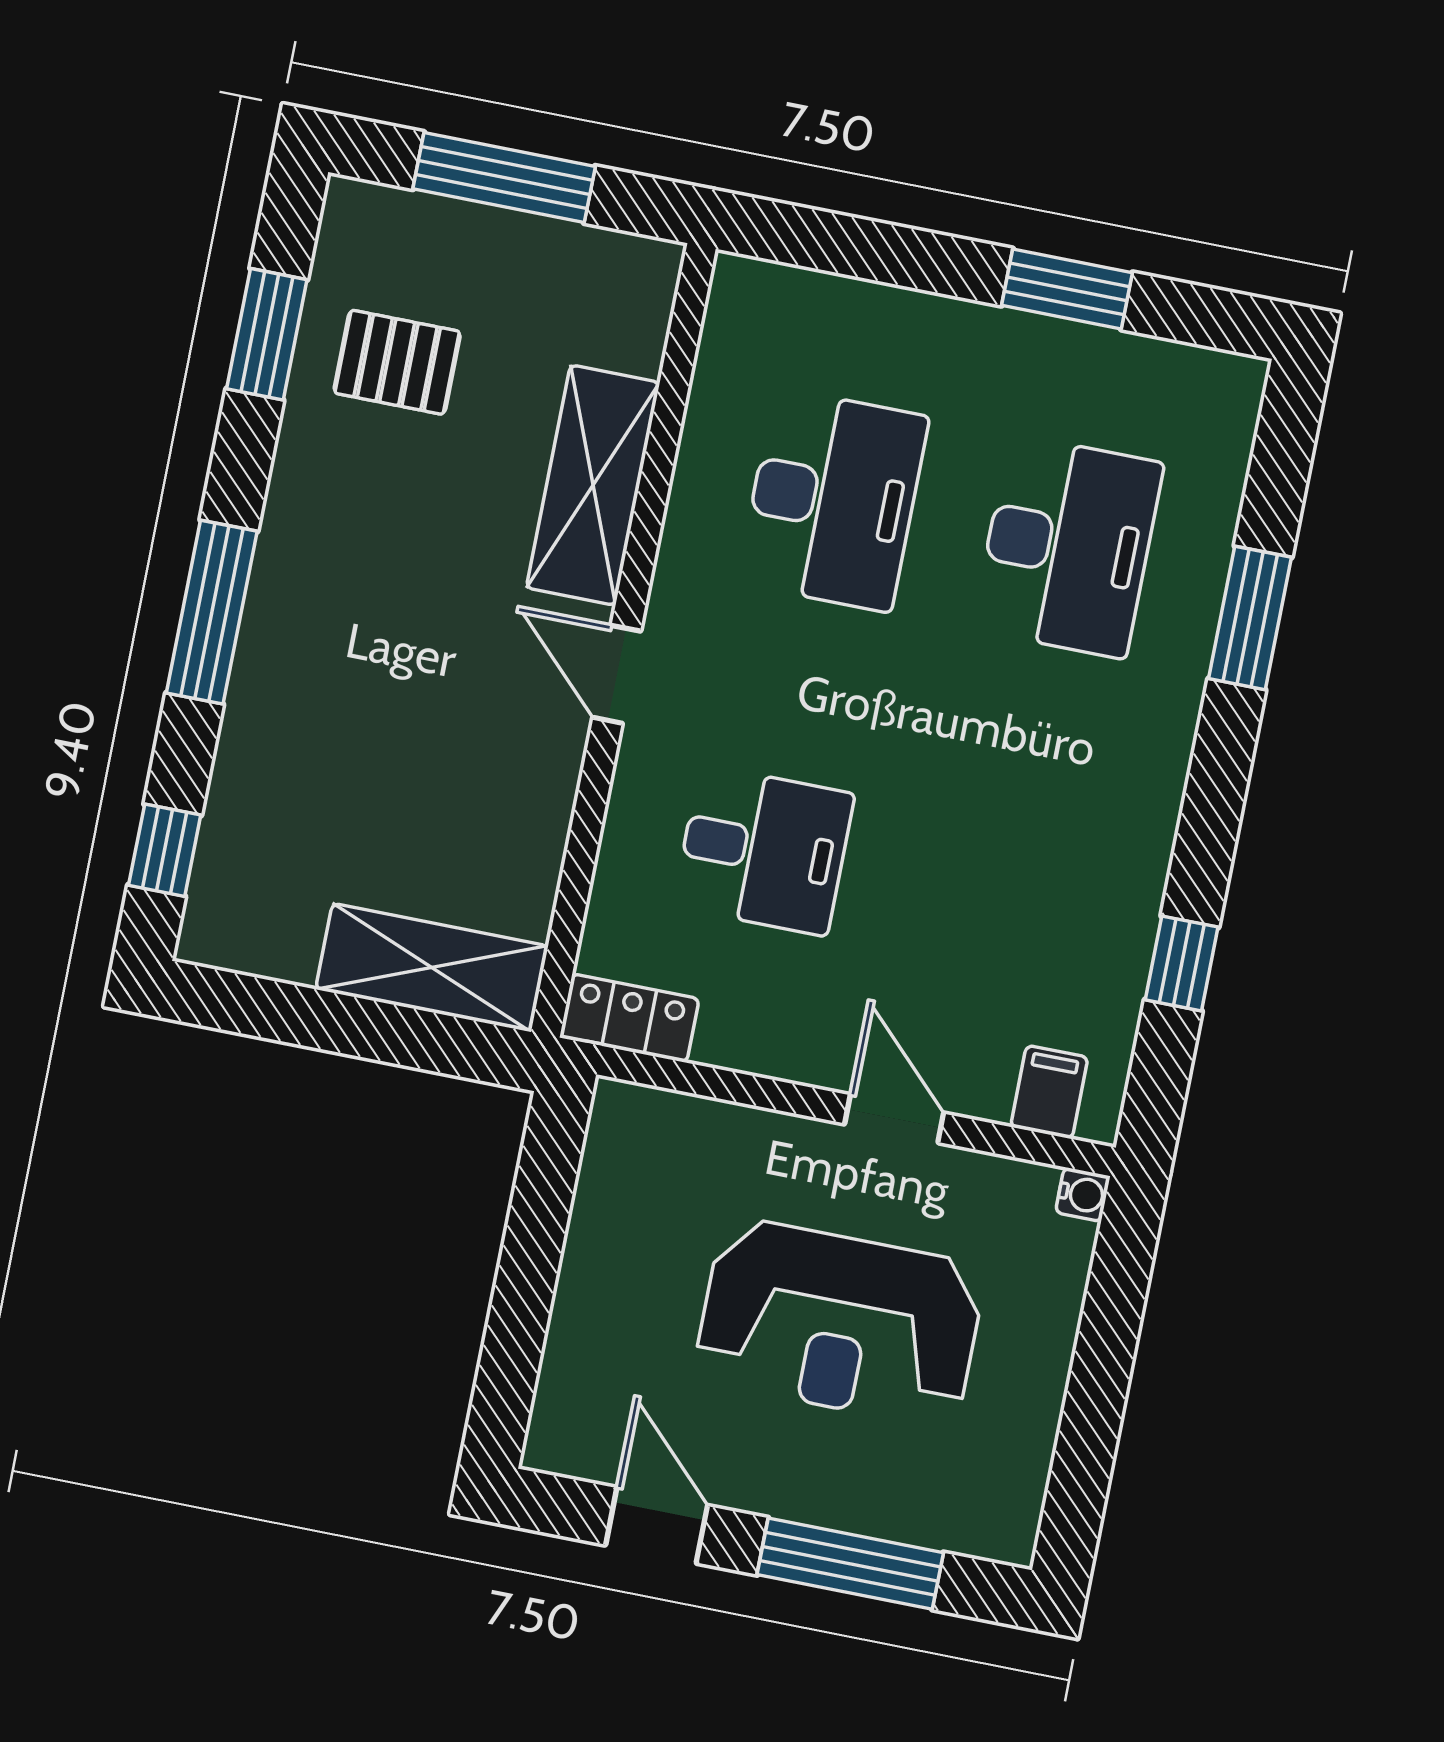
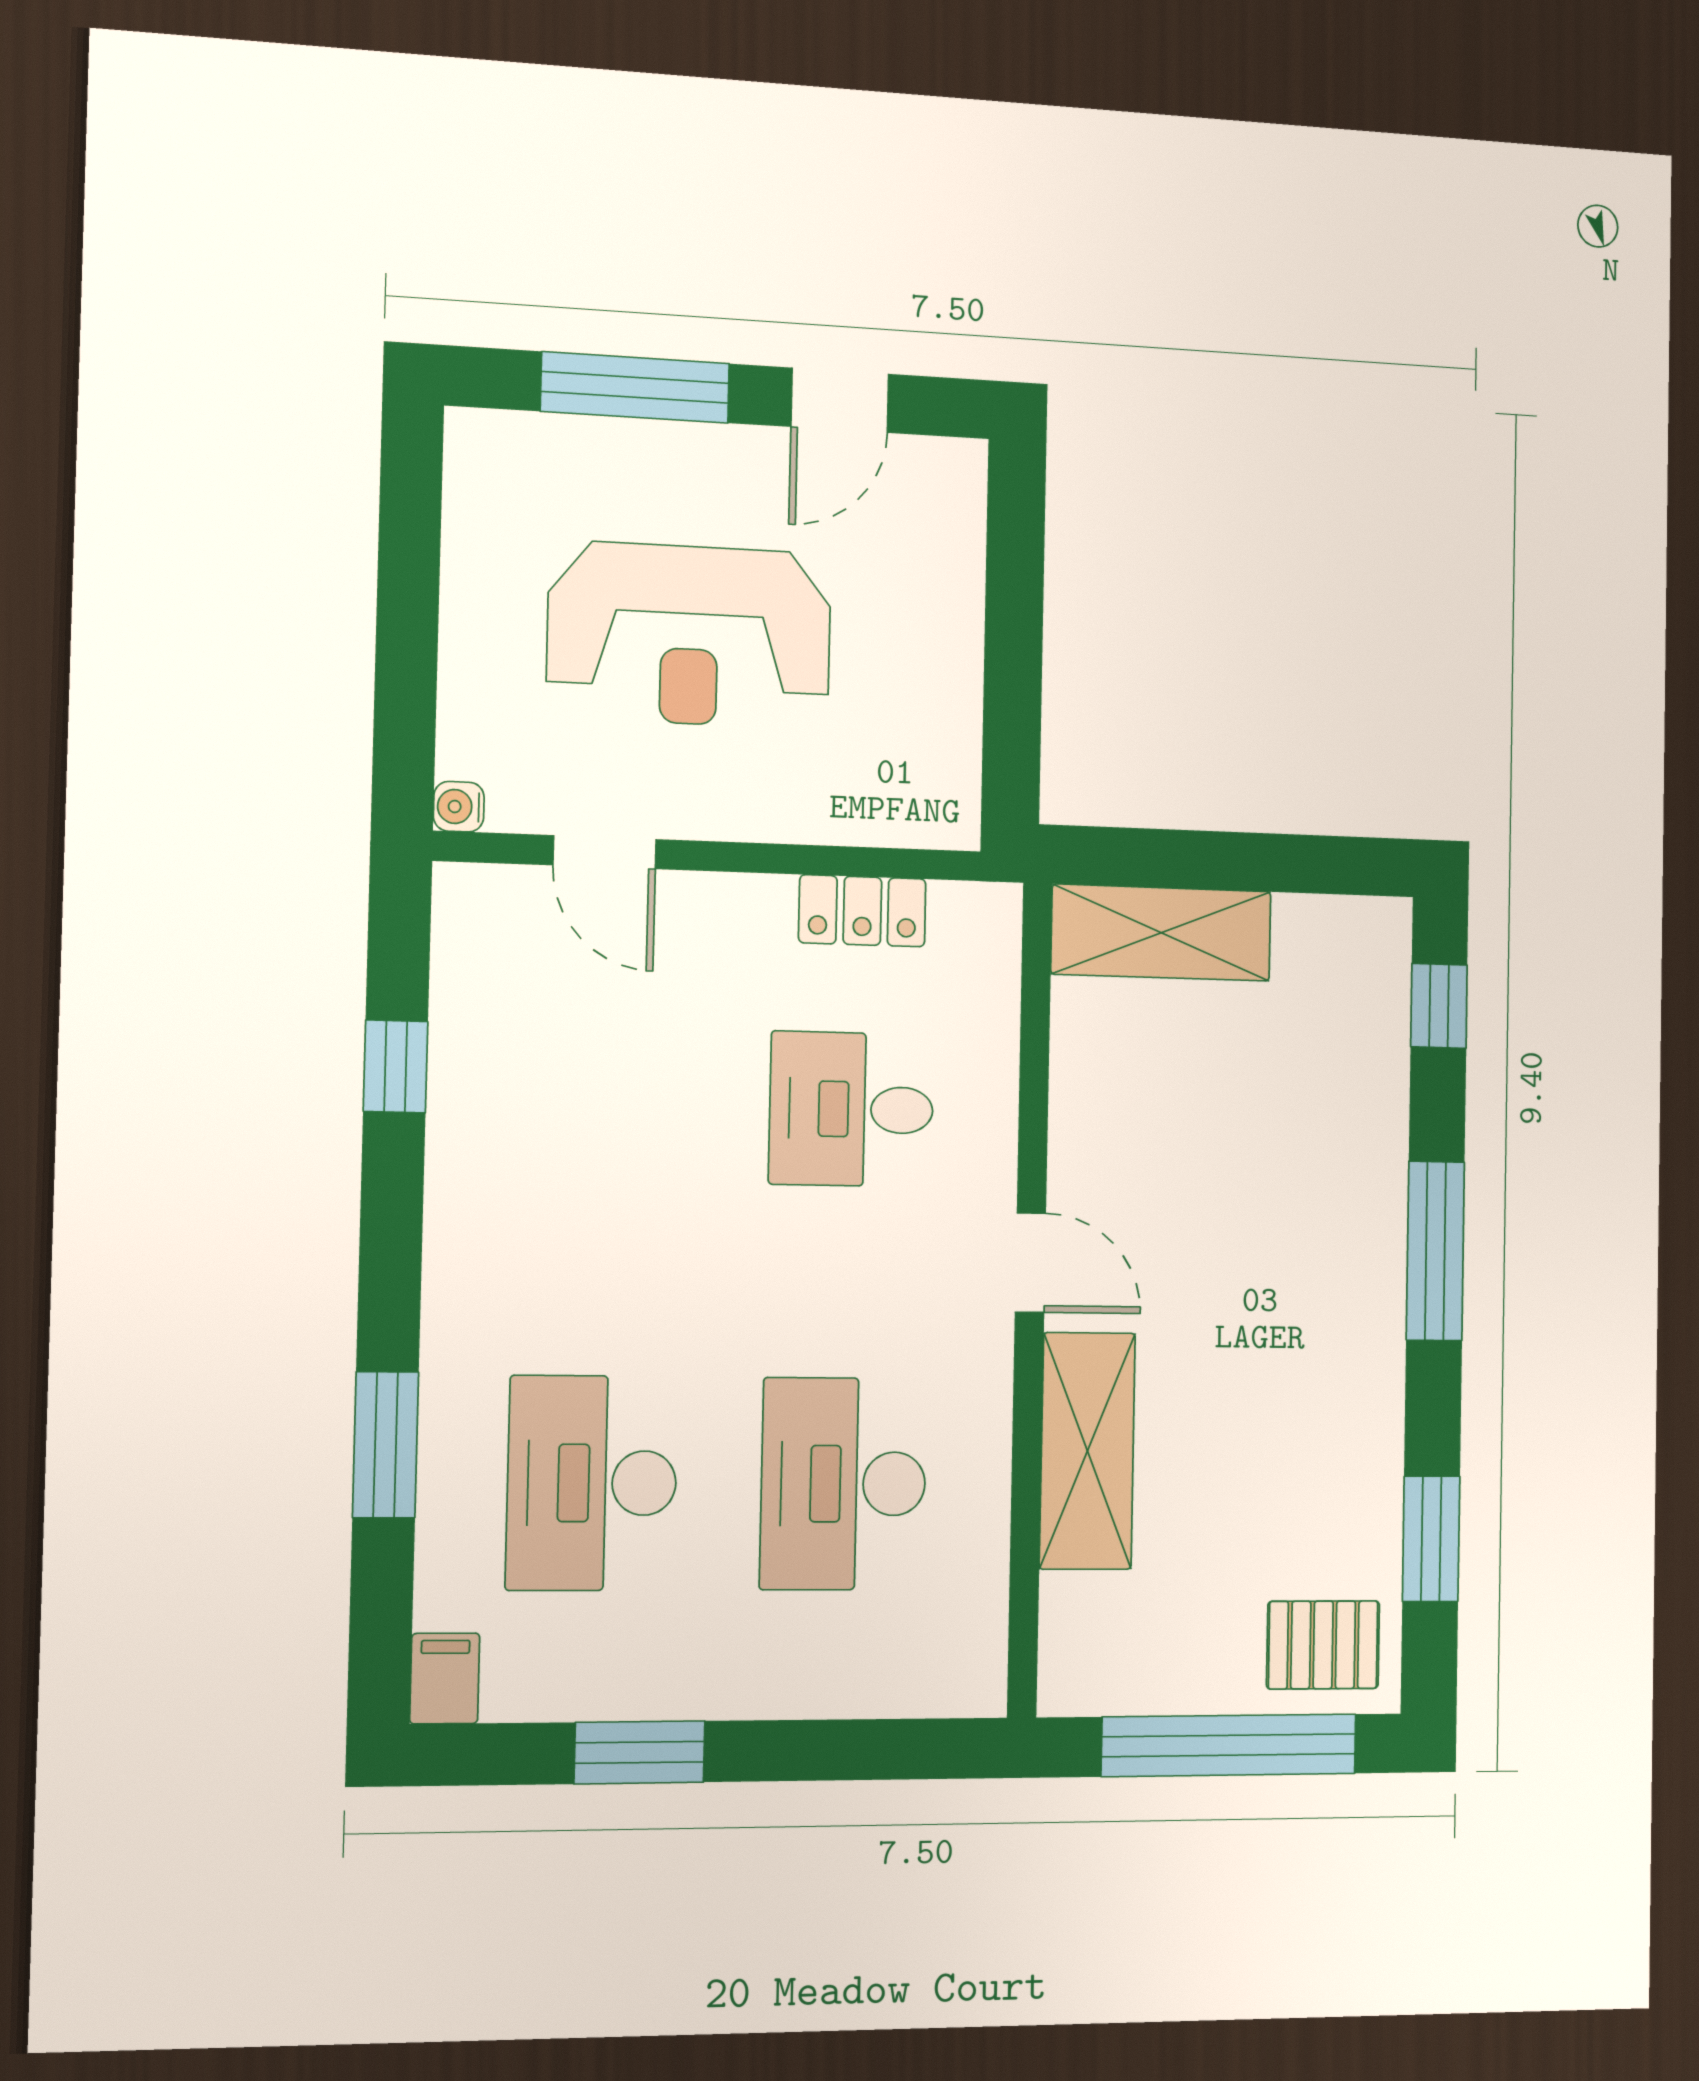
window: (504, 178) -> (1229, 1745), width x1.46
pallet: (397, 362) -> (1323, 1645), moved
locker: (629, 1018) -> (862, 911), moved
filing cabinet: (1049, 1092) -> (445, 1678), moved, turned 180
door: (894, 1119) -> (605, 852), moved
reception desk: (840, 1322) -> (689, 635), turned 180
door: (657, 1525) -> (840, 400), hinge flipped

